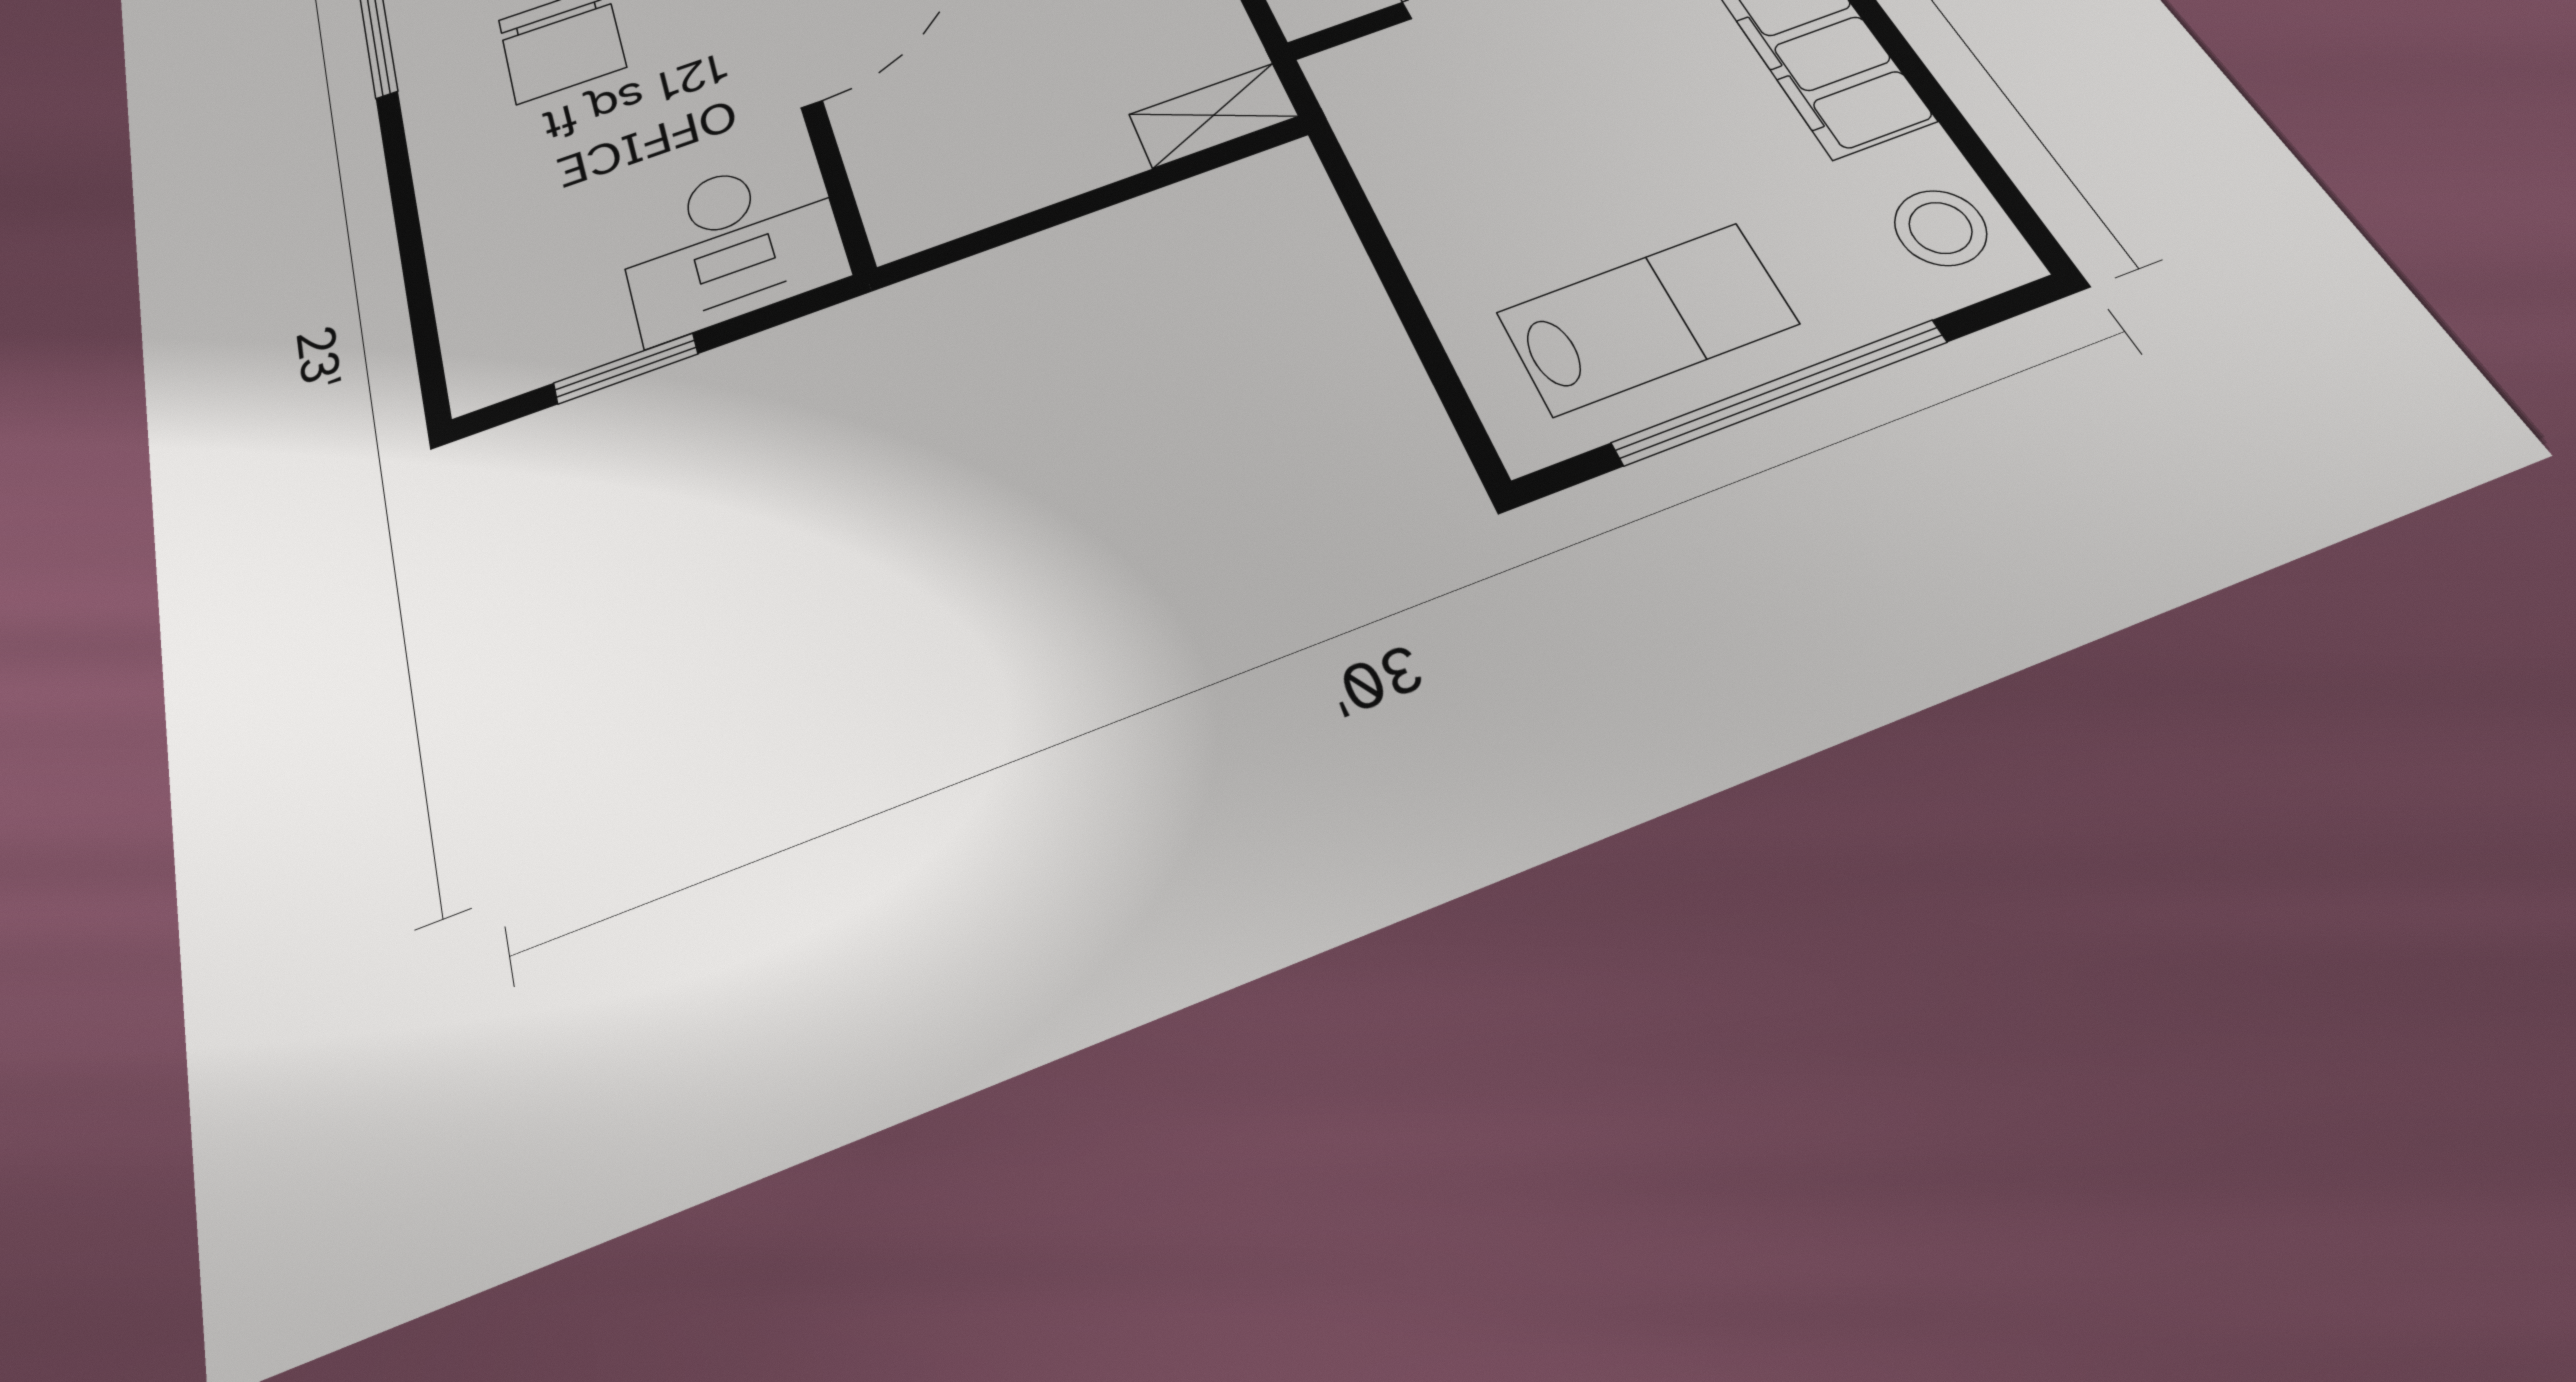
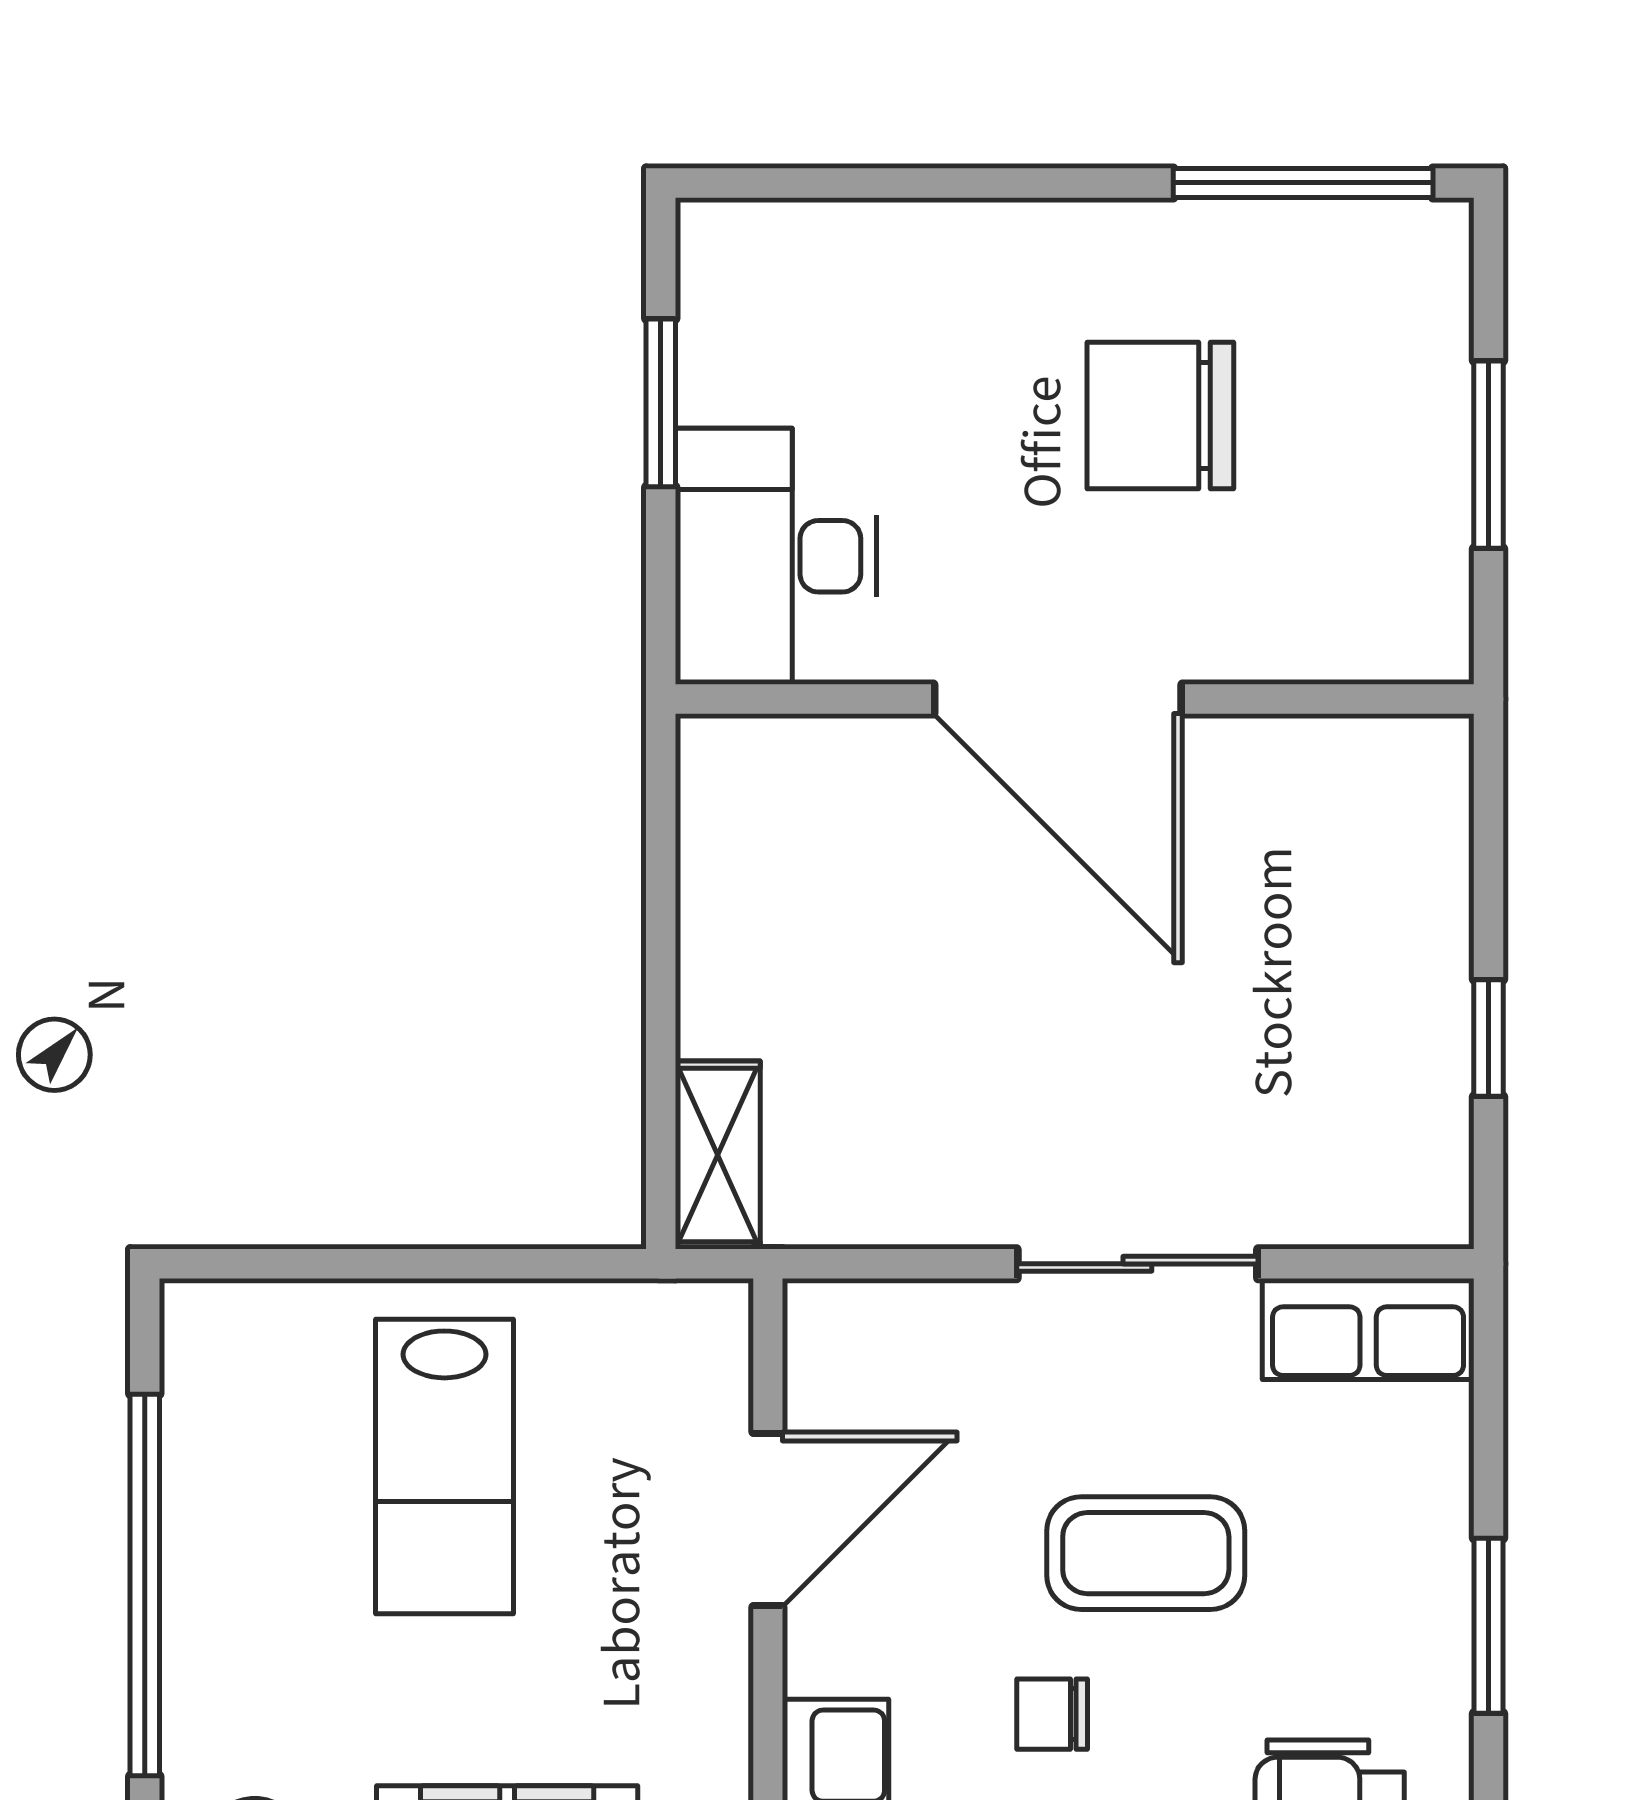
lab bench: (1647, 318) -> (444, 1466), moved

